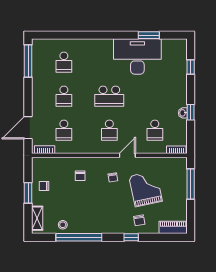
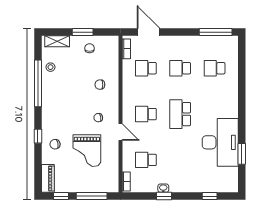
grand piano: (146, 189) -> (87, 151), turned 102
window: (191, 214) -> (61, 196), added

